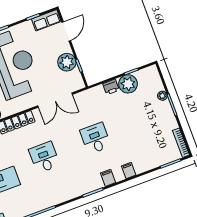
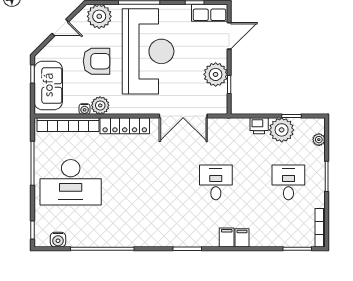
plant: (162, 96) -> (319, 140), moved
desk: (44, 157) -> (288, 182), moved
filing cabinet: (108, 178) -> (227, 237), moved

